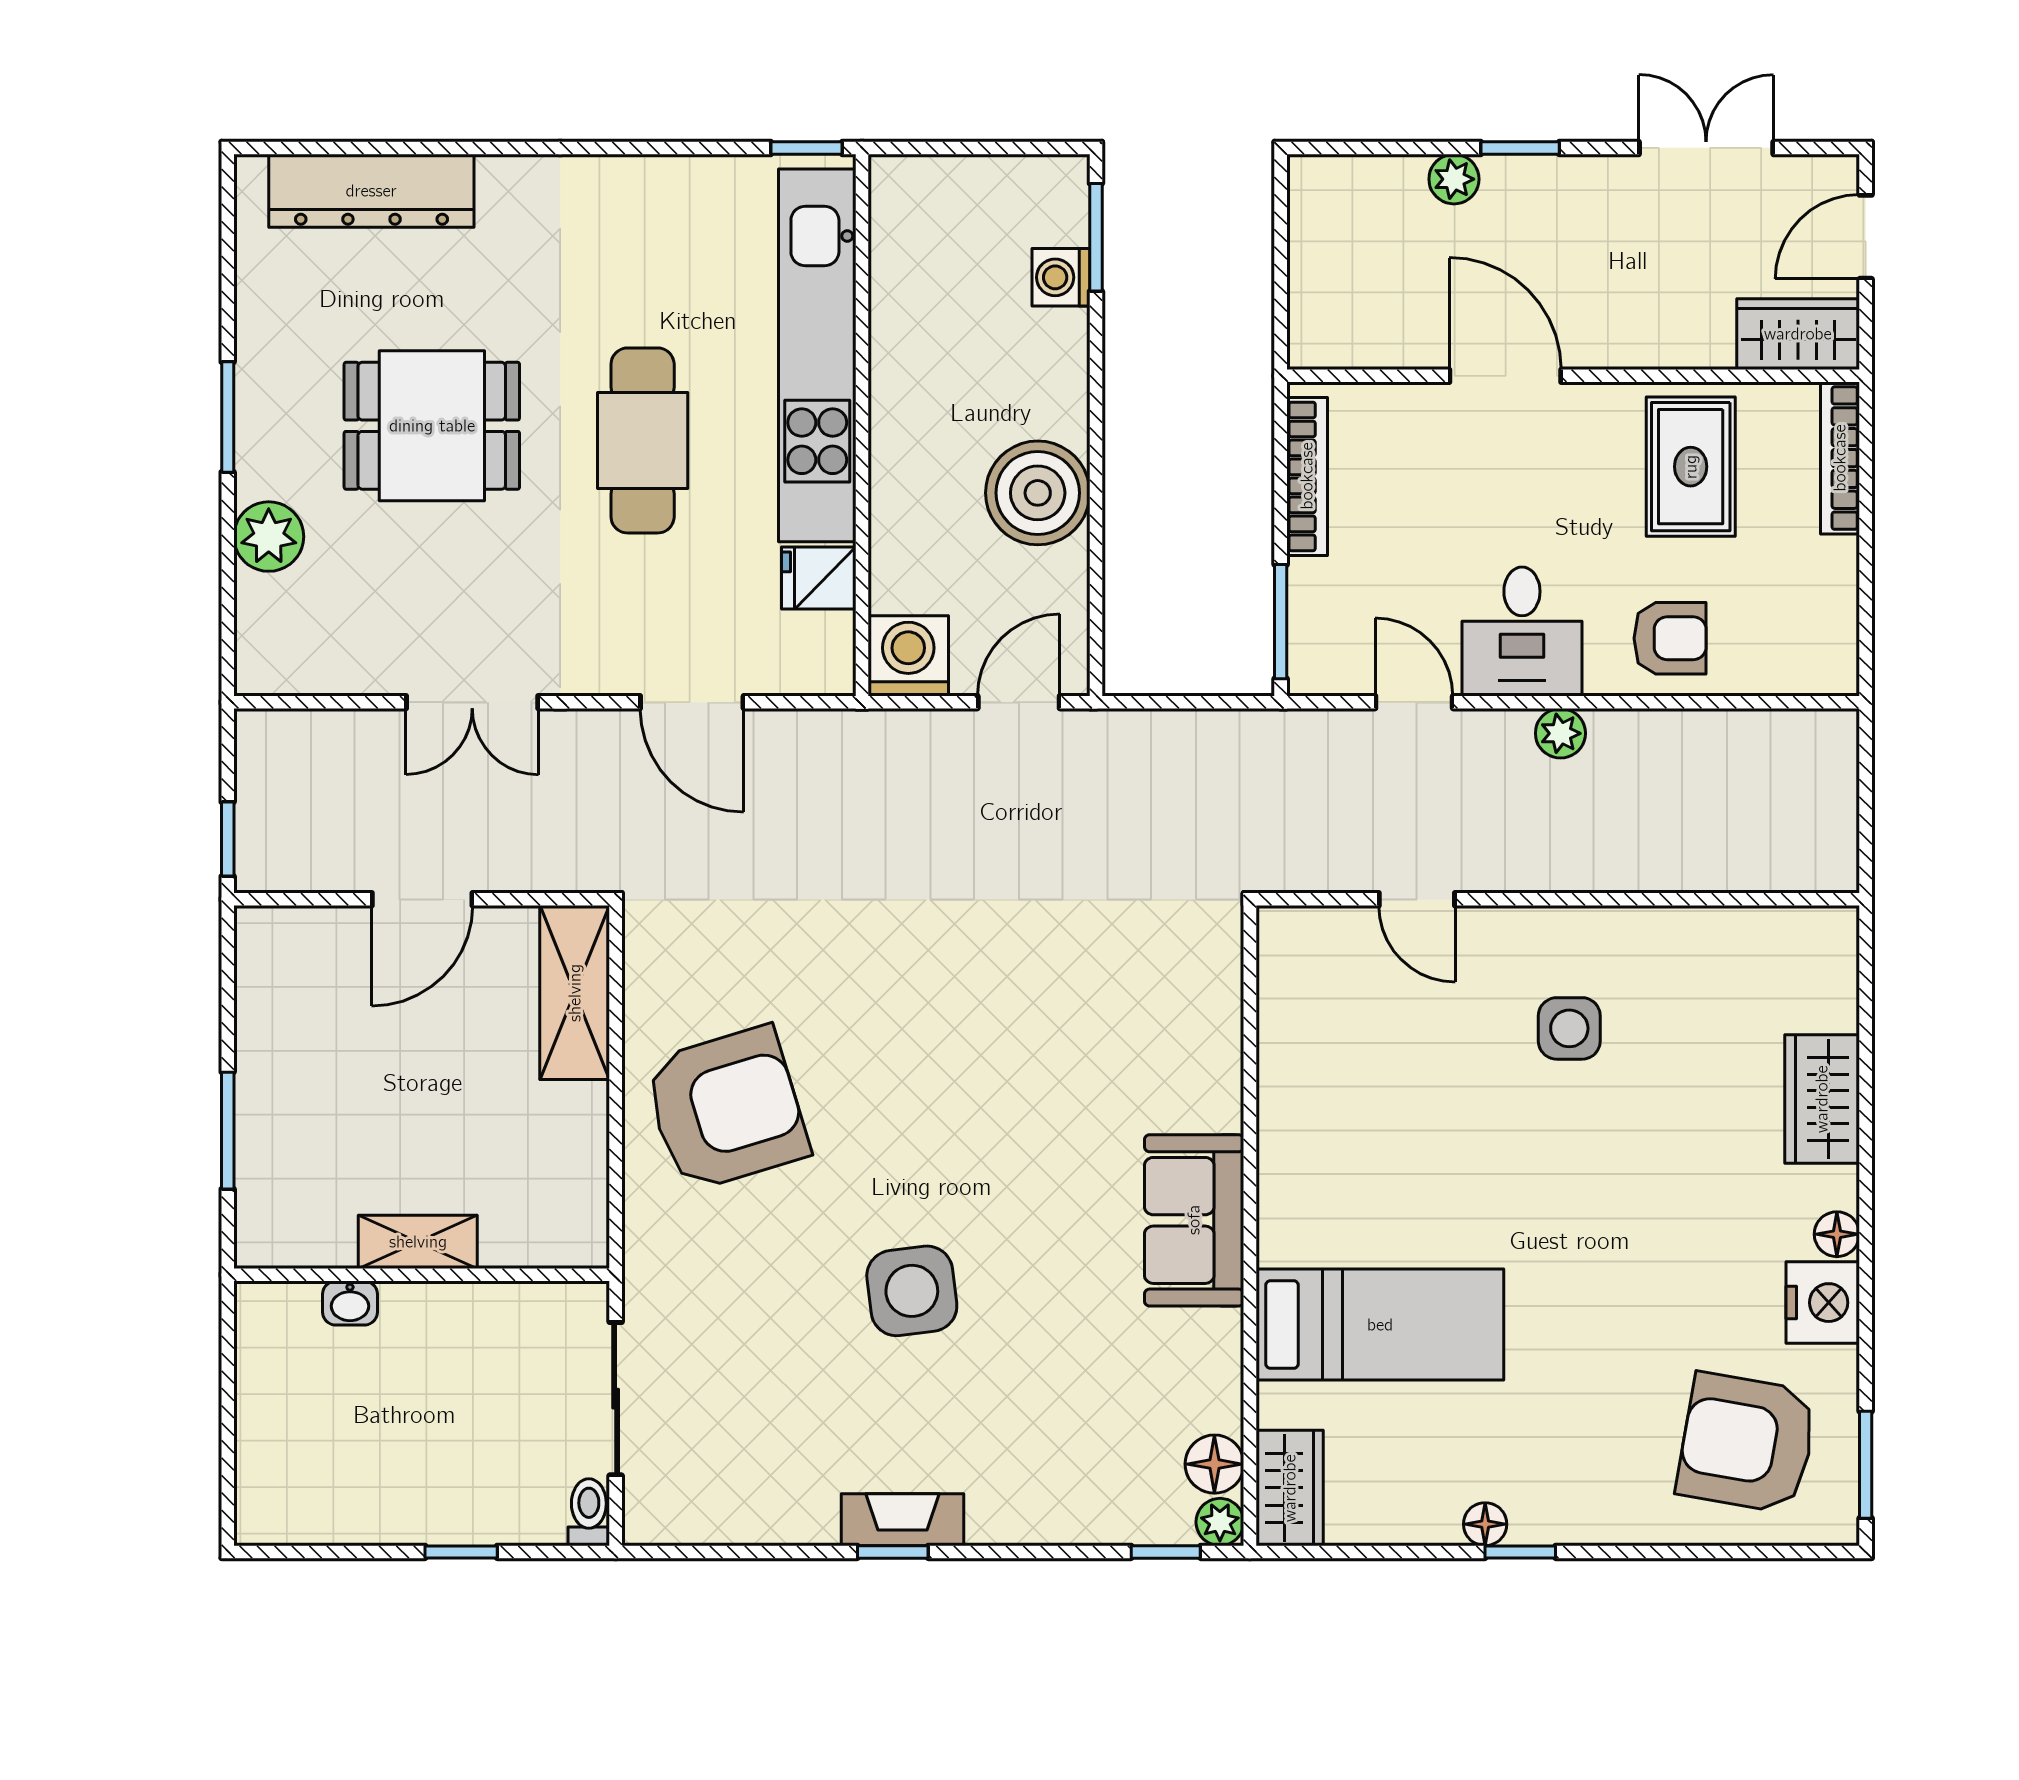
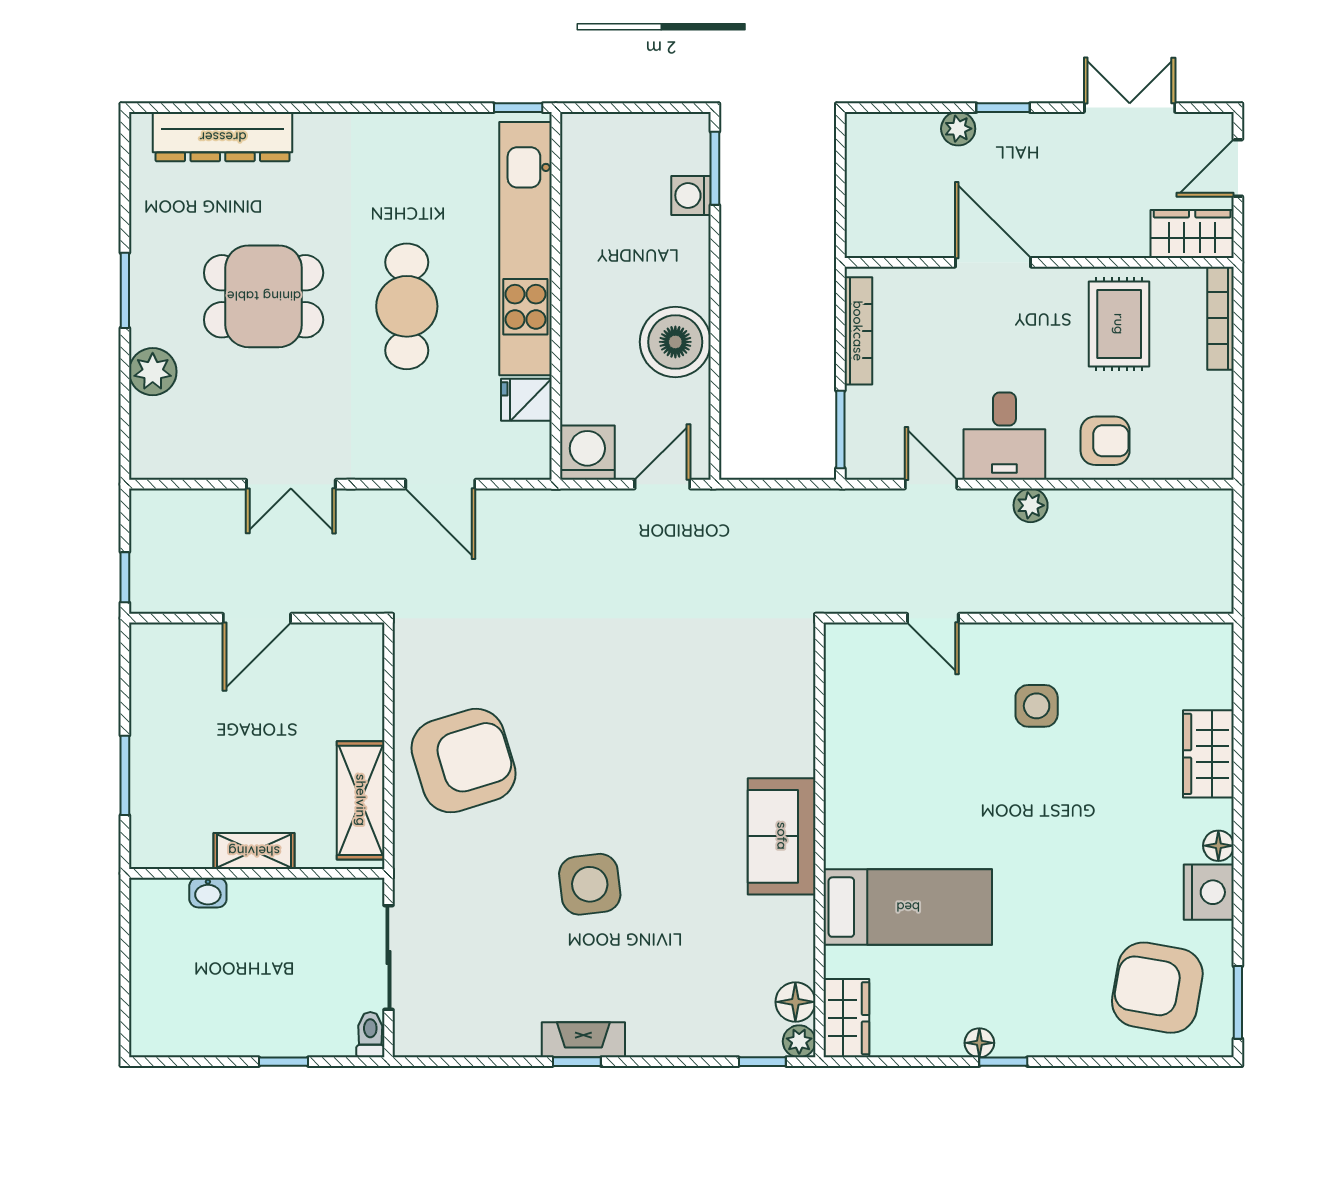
shelving: (575, 993) -> (361, 800), moved

